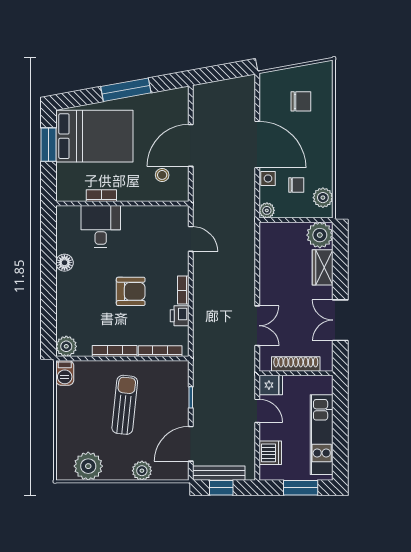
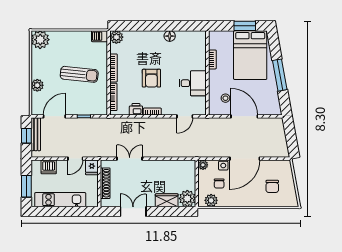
desk: (101, 227) -> (193, 83), moved
double door: (257, 326) -> (130, 159), swing flipped
door: (191, 444) -> (54, 116), hinge flipped
plant: (88, 466) -> (40, 40), moved

